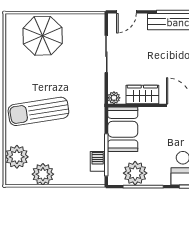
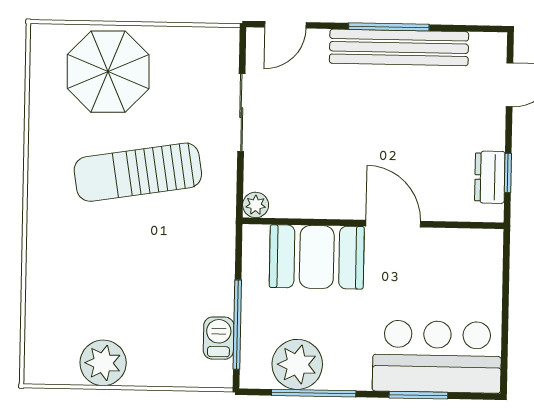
wardrobe: (142, 94) -> (316, 199), removed
sun lounger: (38, 111) -> (138, 172), moved
booth: (123, 129) -> (317, 257), moved, turned 90
plant: (17, 157) -> (49, 325), removed

